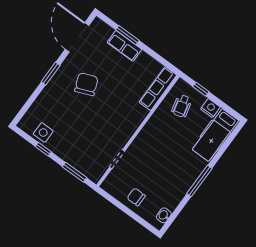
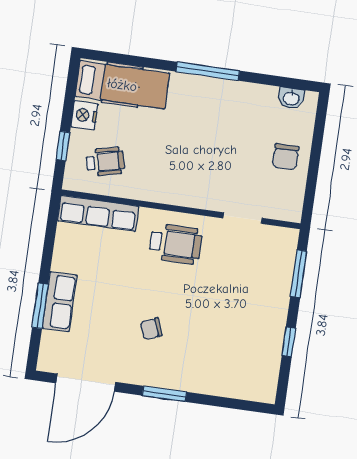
chair: (86, 84) -> (151, 329), width x0.54, depth x0.54
wheelchair: (122, 119) -> (176, 244), added
side table: (43, 133) -> (263, 356), removed

